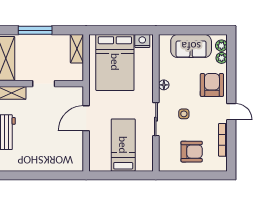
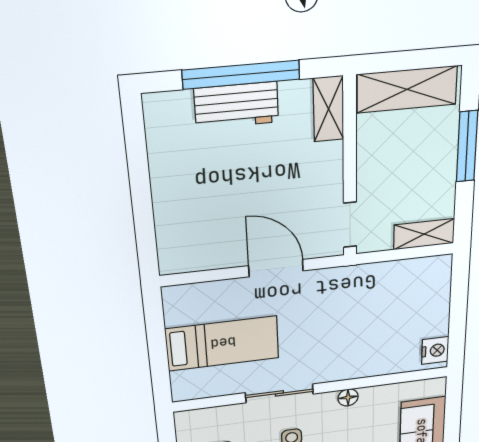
bed: (115, 62) -> (394, 308), removed
doorway: (44, 84) -> (350, 225), moved

